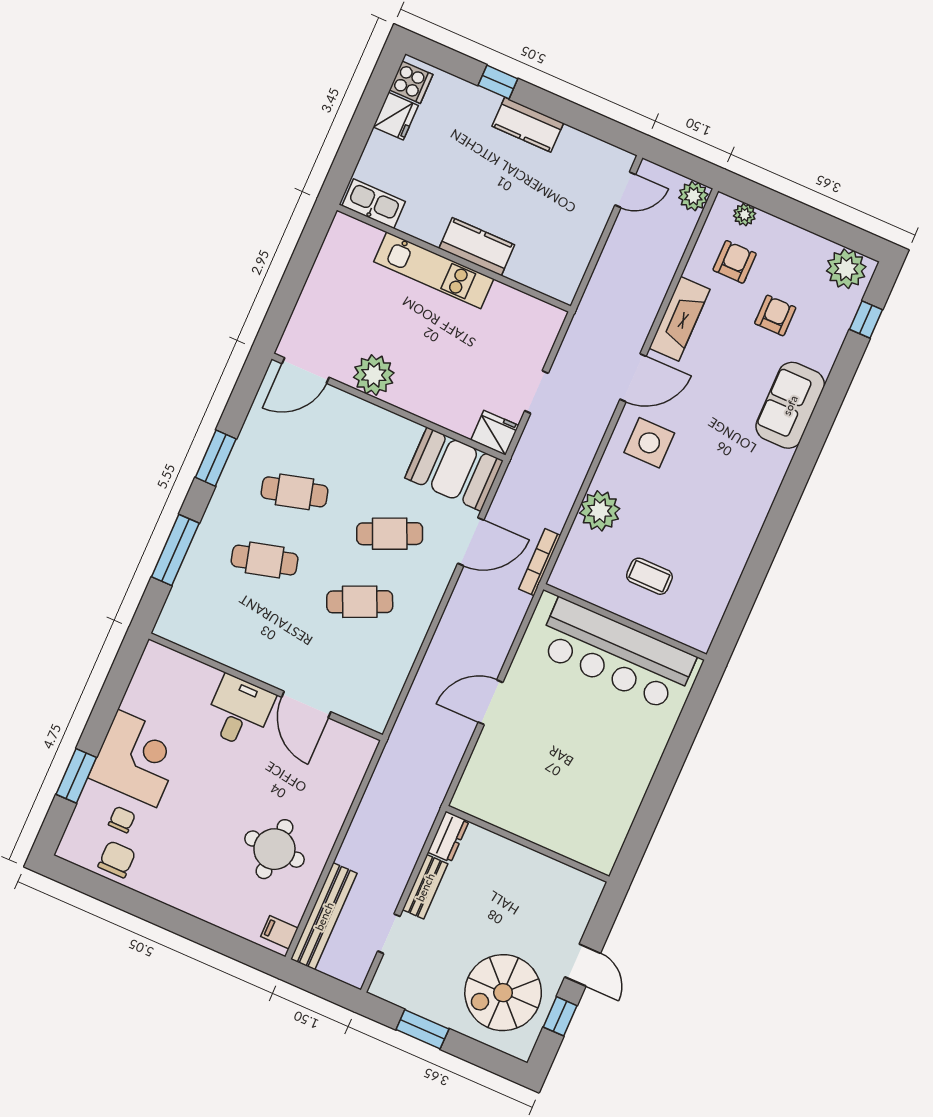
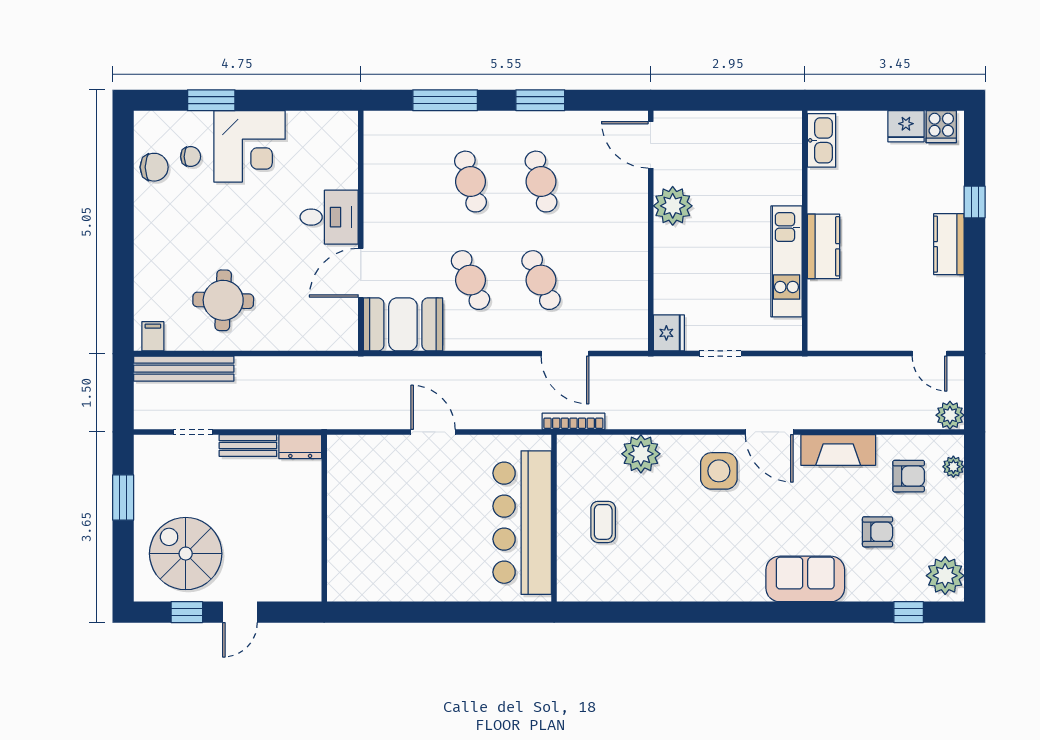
kitchen unit: (434, 270) -> (787, 261), moved
booth: (454, 469) -> (403, 324), moved, turned 90

